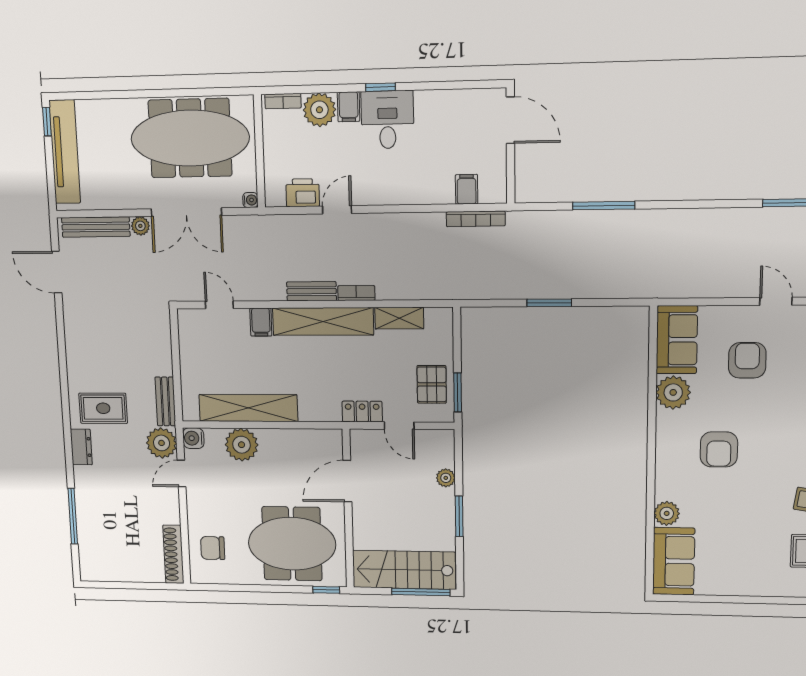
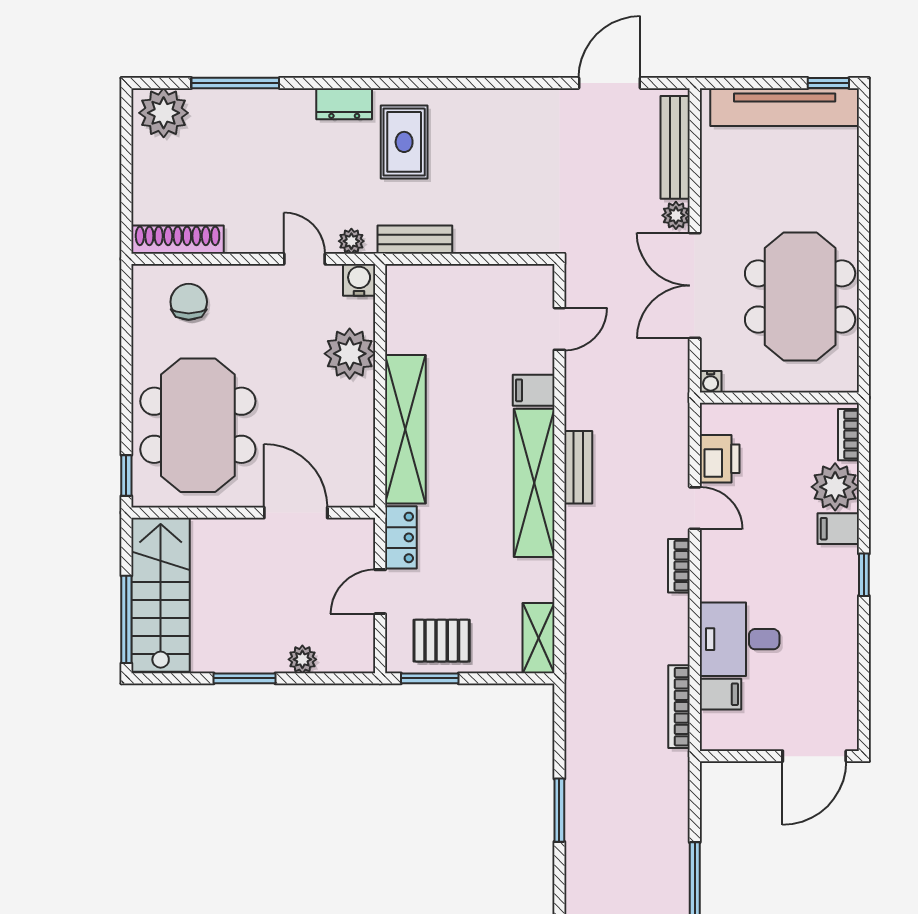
desk: (387, 120) -> (740, 639), moved, turned 180
meeting table: (190, 138) -> (800, 296), width x0.73
bookcase: (356, 293) -> (679, 566), moved, turned 180
shelving: (399, 318) -> (538, 638), moved
shelving: (248, 408) -> (405, 429), moved
plant: (162, 443) -> (351, 241), width x0.53, depth x0.53
plant: (94, 561) -> (164, 113), added

